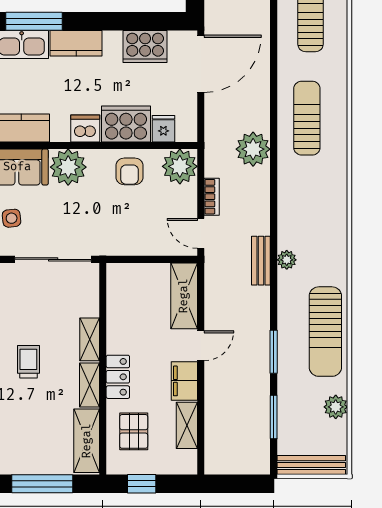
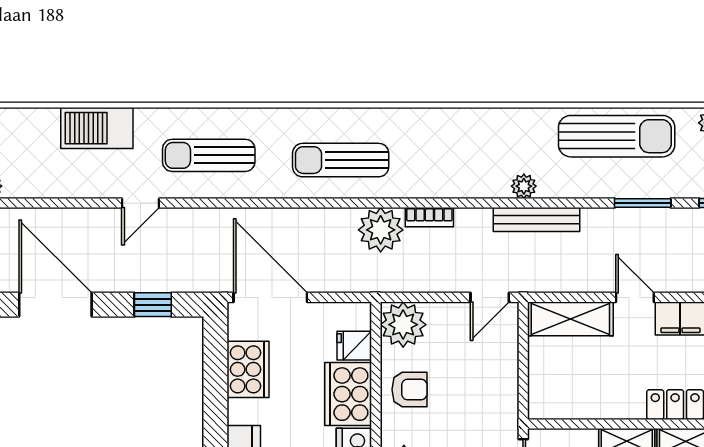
bookcase: (212, 197) -> (429, 217), moved, turned 180
bench: (261, 261) -> (537, 220), width x1.36

